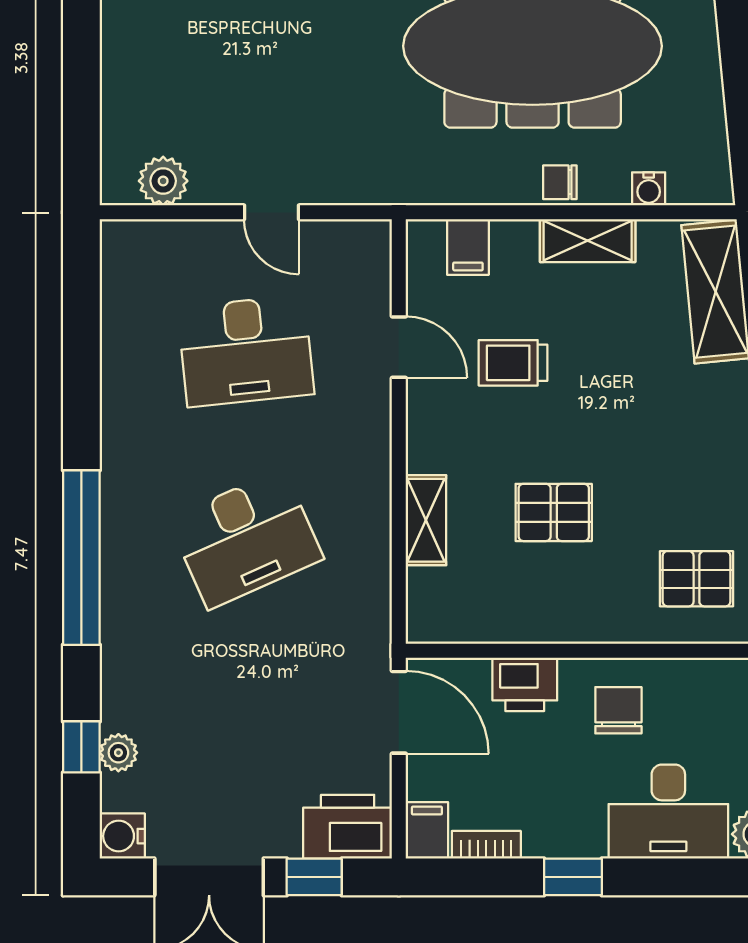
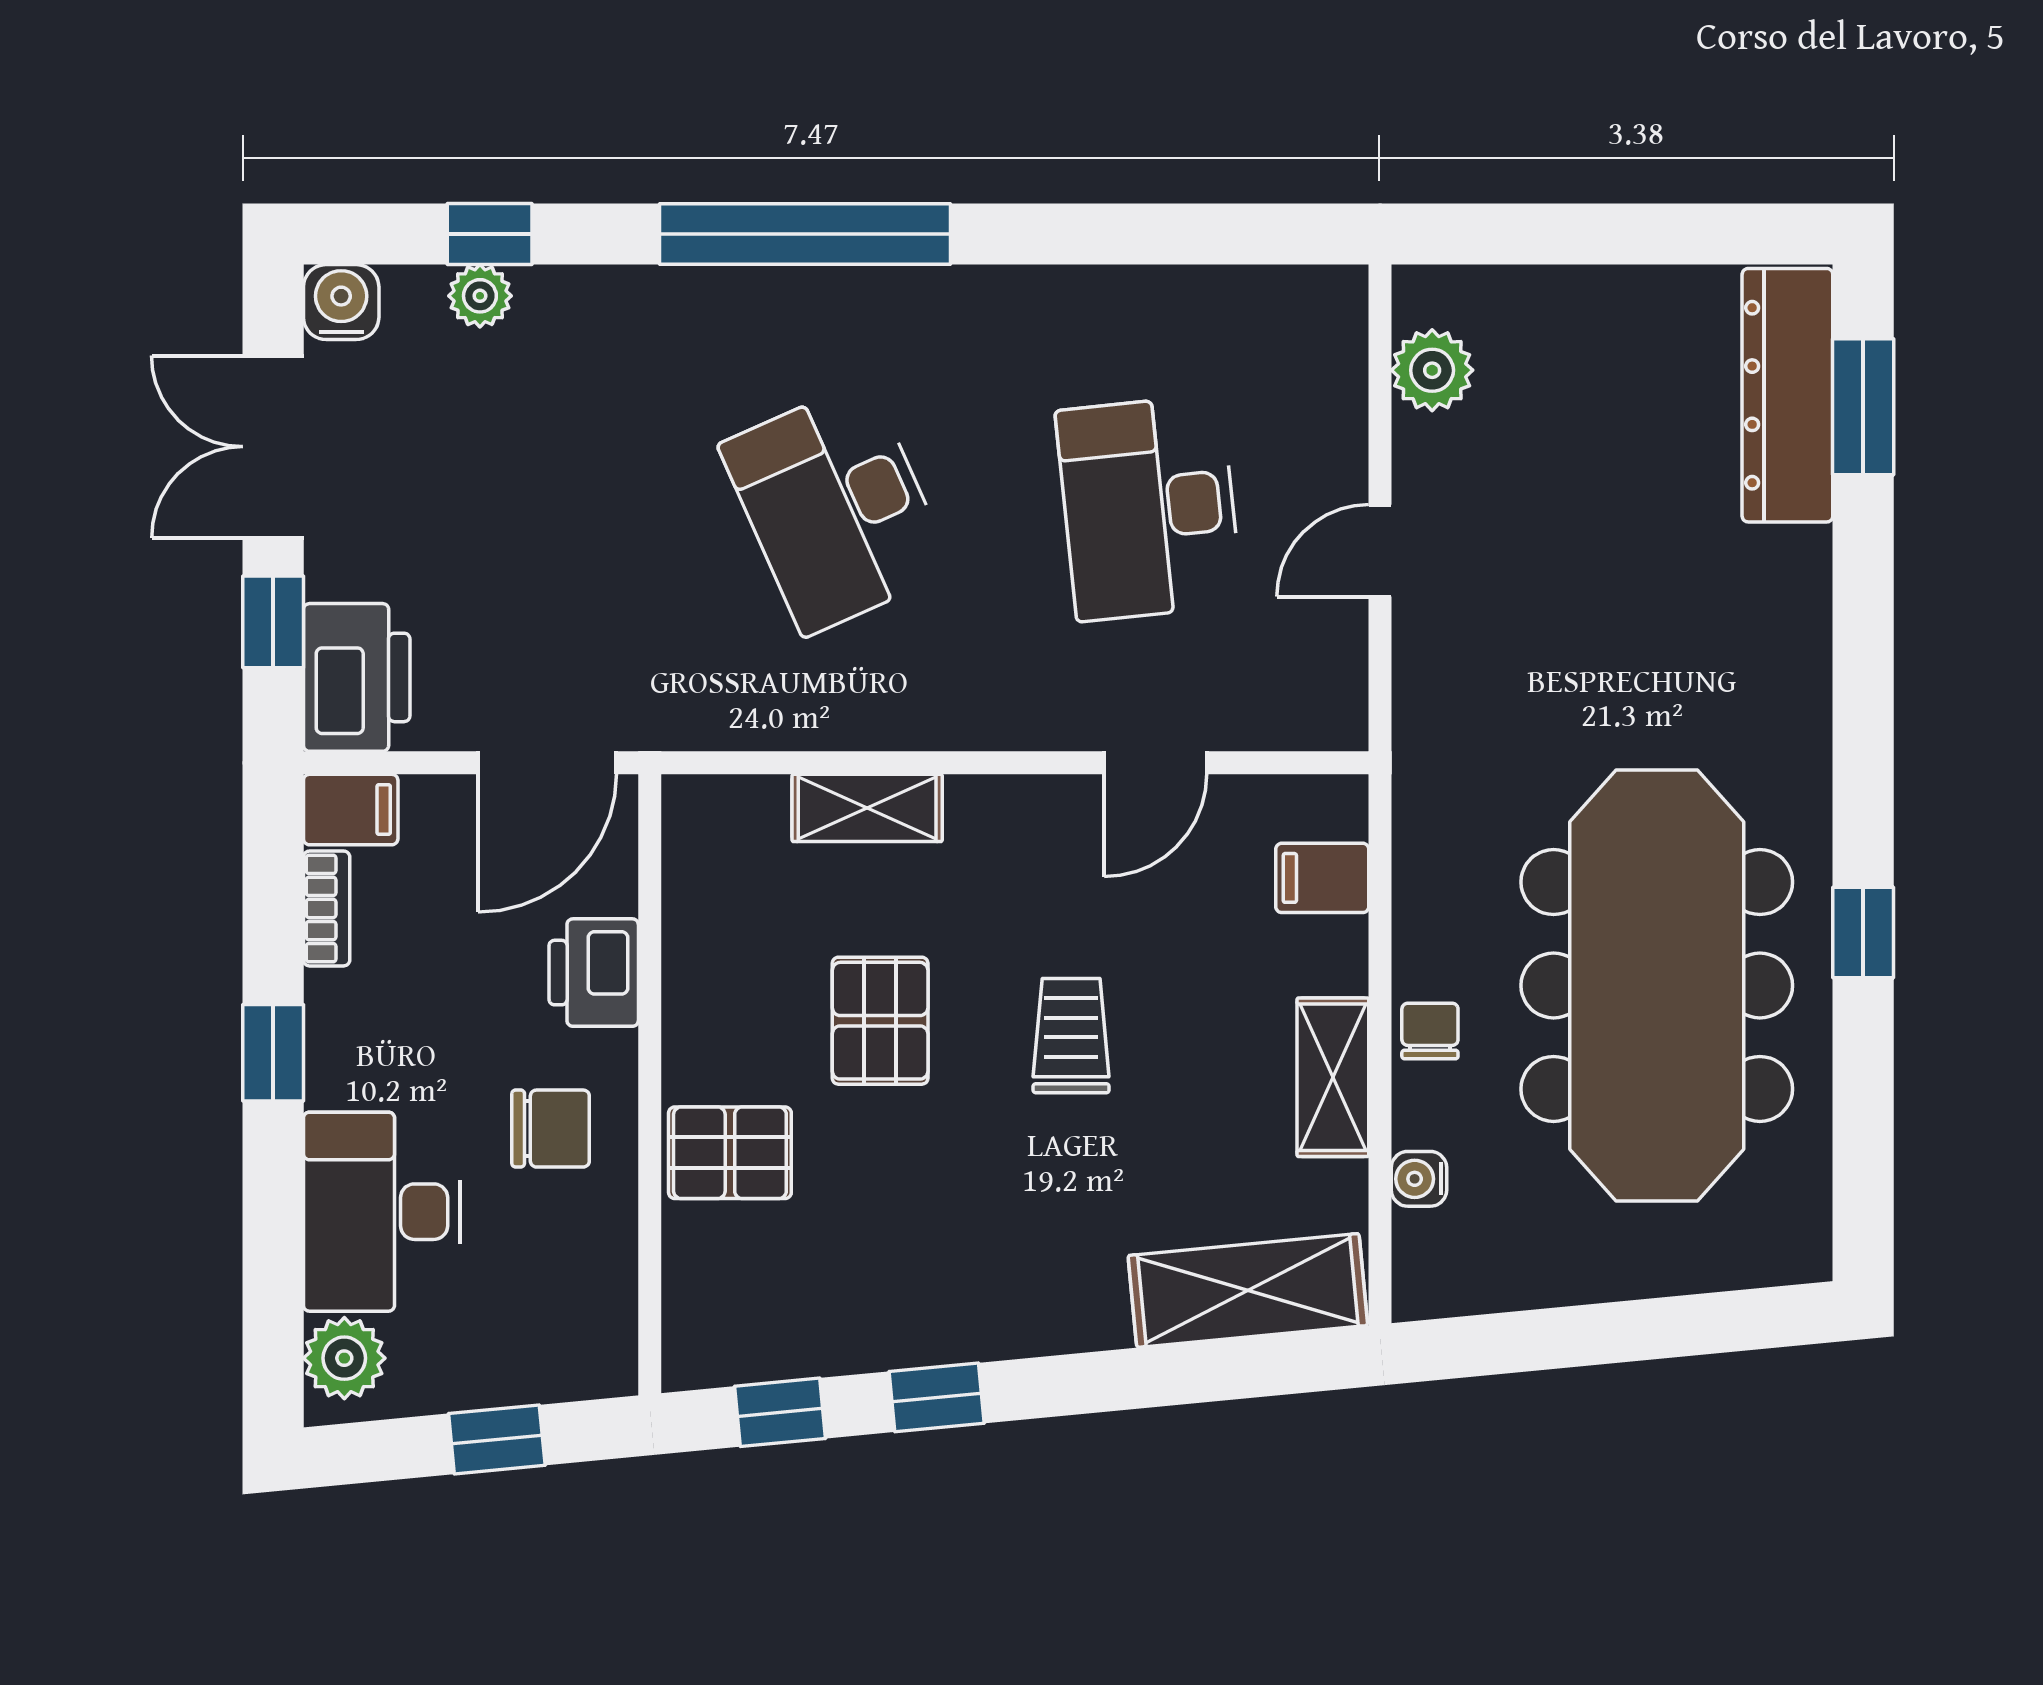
trolley: (513, 363) -> (1071, 1036), moved
pallet: (696, 579) -> (730, 1153), moved, turned 90

